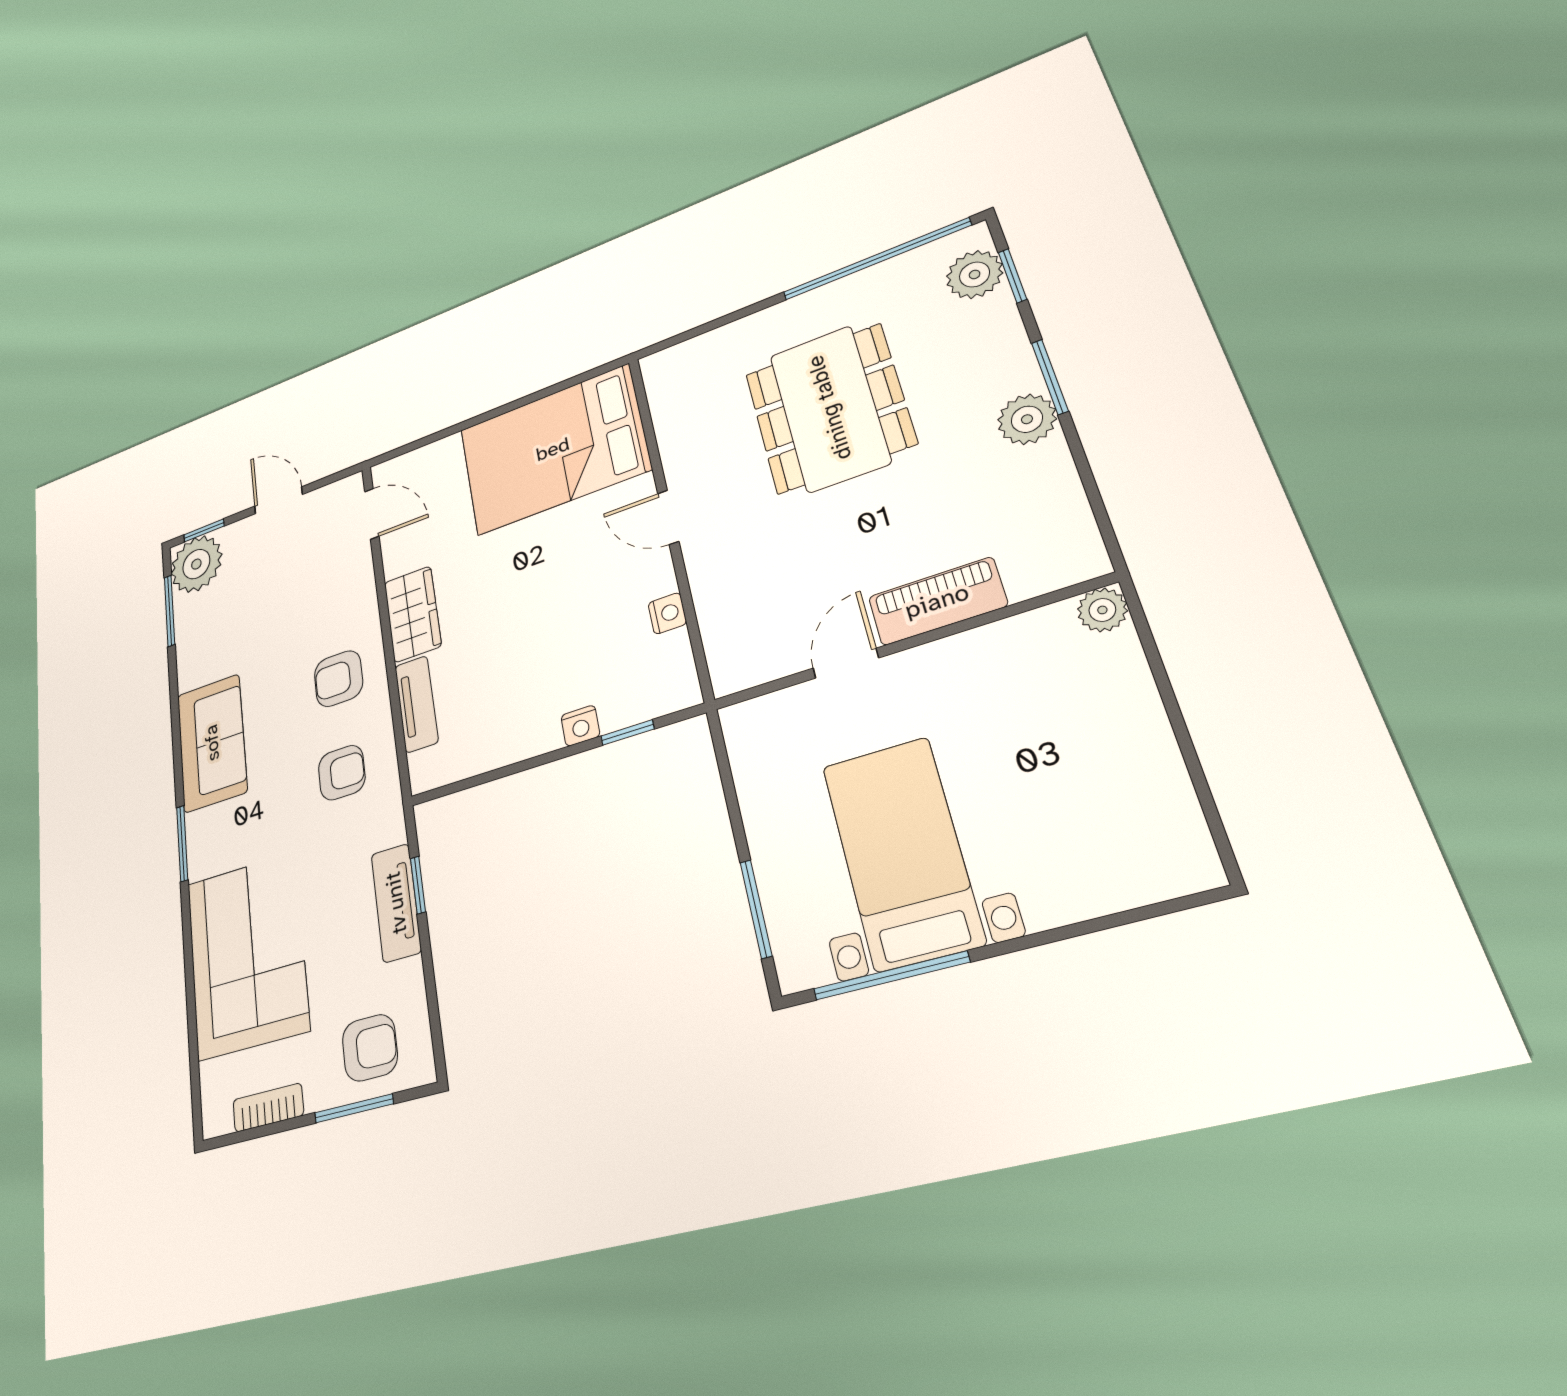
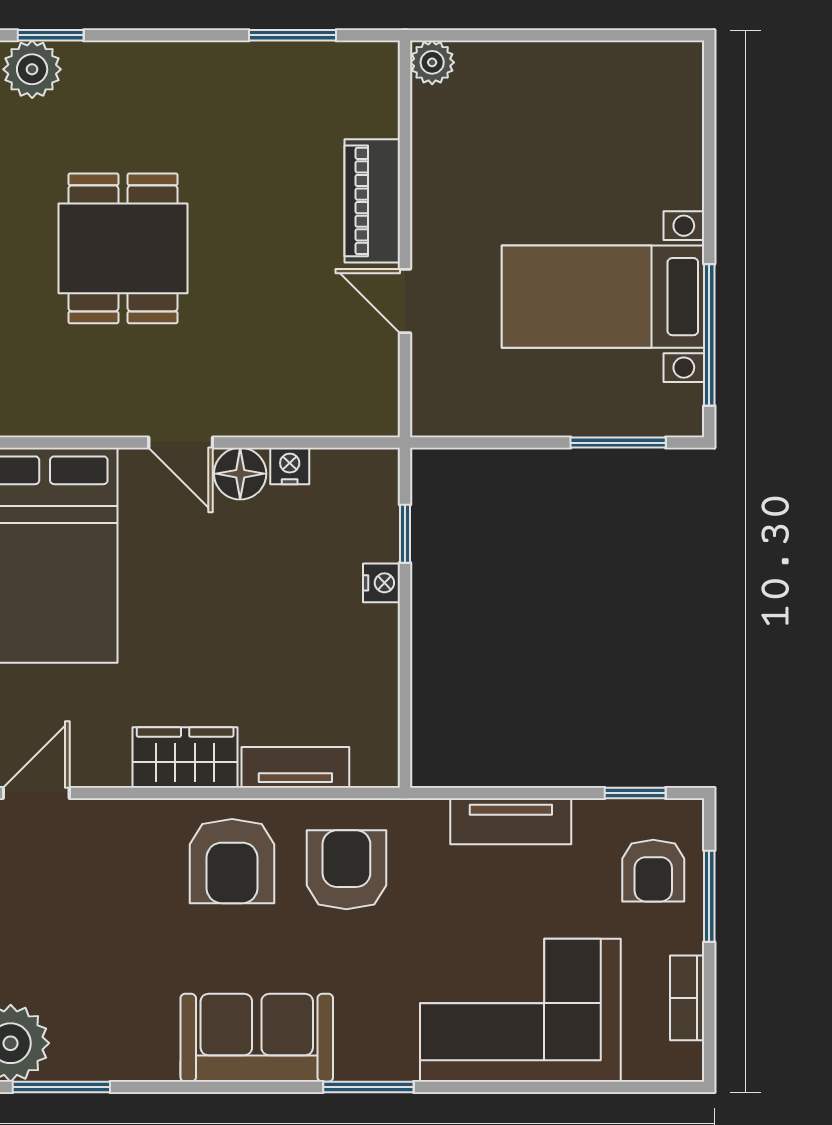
window: (1050, 377) -> (293, 35), moved
dining table: (829, 408) -> (123, 248), width x0.73
plant: (1027, 419) -> (215, 68), removed
door: (668, 517) -> (181, 443), hinge flipped
floor lamp: (652, 575) -> (240, 474), added
armchair: (338, 679) -> (232, 861), width x1.38, depth x1.38
armchair: (342, 773) -> (346, 870), width x1.38, depth x1.38
window: (418, 885) -> (635, 793), moved
armchair: (370, 1048) -> (653, 871), turned 180

